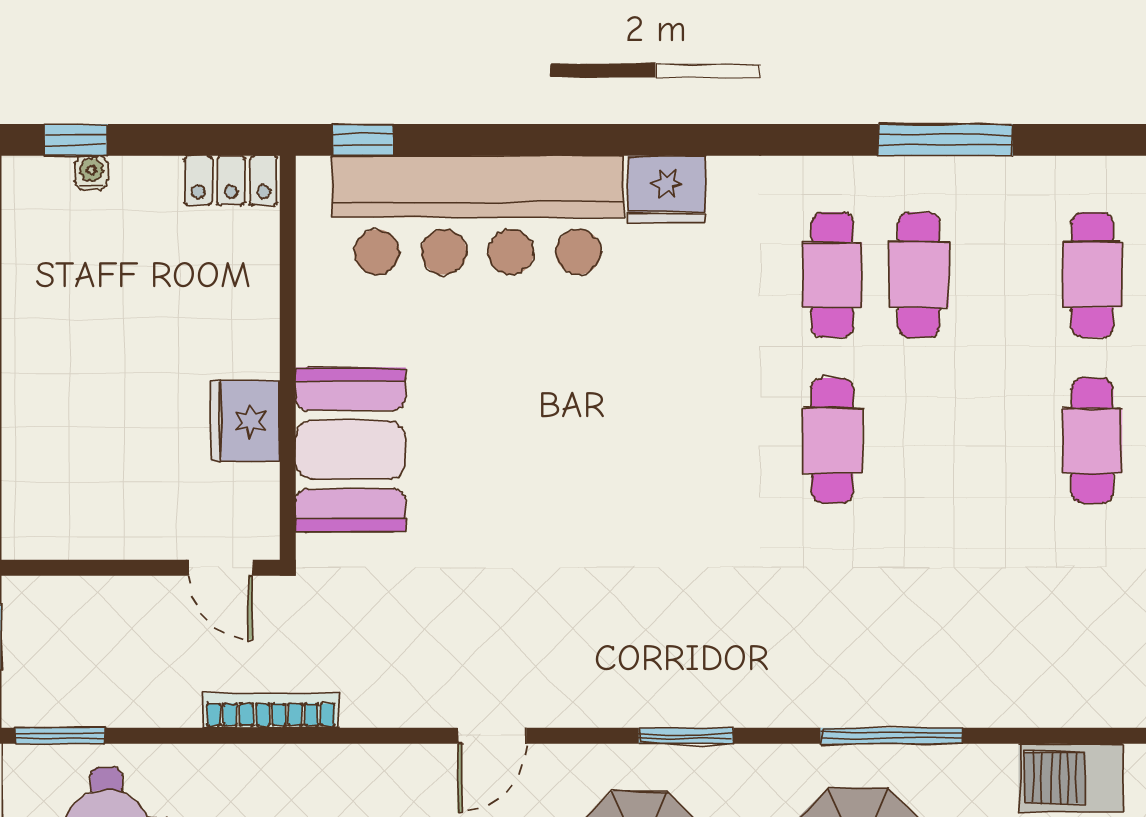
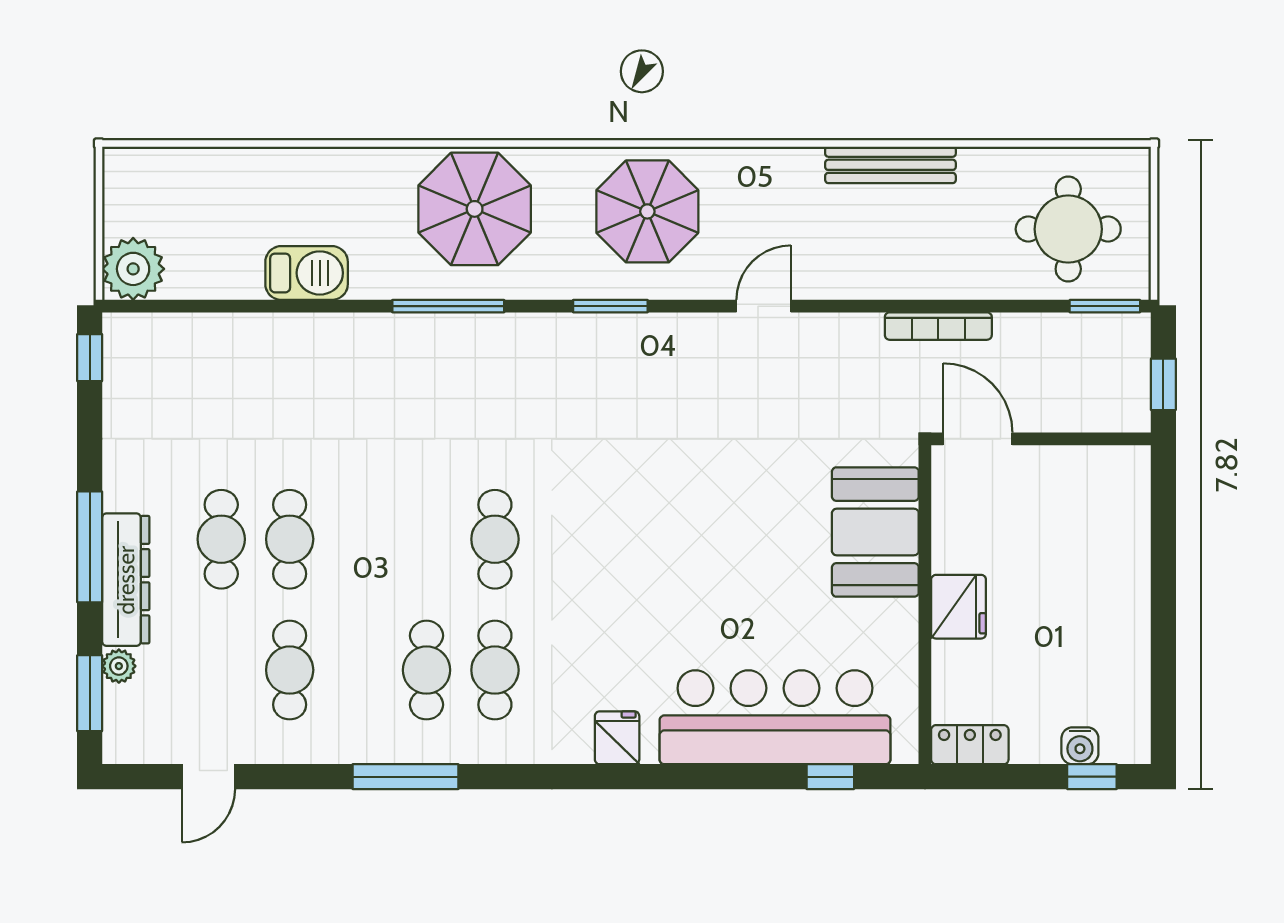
window: (363, 140) -> (830, 777), moved
water cooler: (91, 173) -> (1080, 746), width x1.38, depth x1.38
fridge: (667, 189) -> (617, 738), width x0.72
fridge: (245, 421) -> (959, 607), moved
door: (221, 568) -> (978, 439), width x1.38

